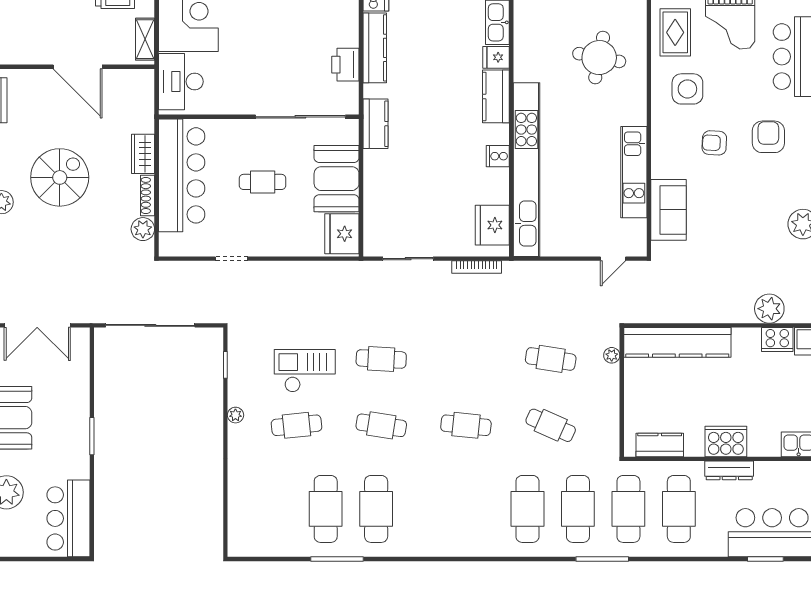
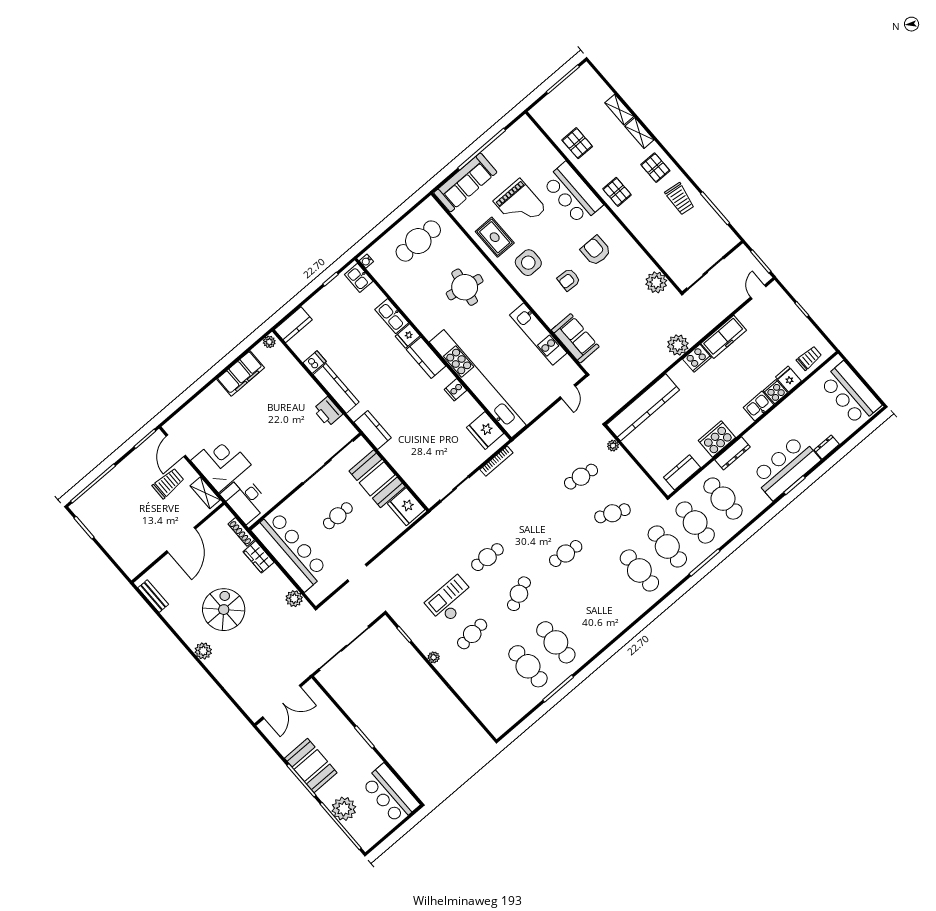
door: (78, 67) -> (181, 540), hinge flipped
shoe rack: (148, 195) -> (241, 532), moved
cafe table: (381, 425) -> (519, 594), turned -33

